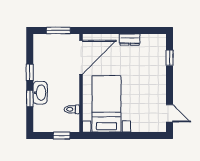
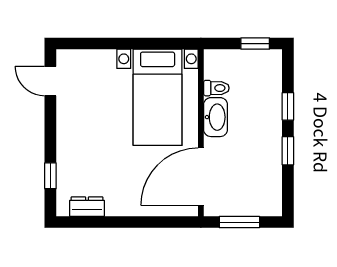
dresser: (130, 40) -> (87, 207), moved
washbasin: (40, 93) -> (216, 117), moved, turned 180
window: (62, 136) -> (255, 44), moved

